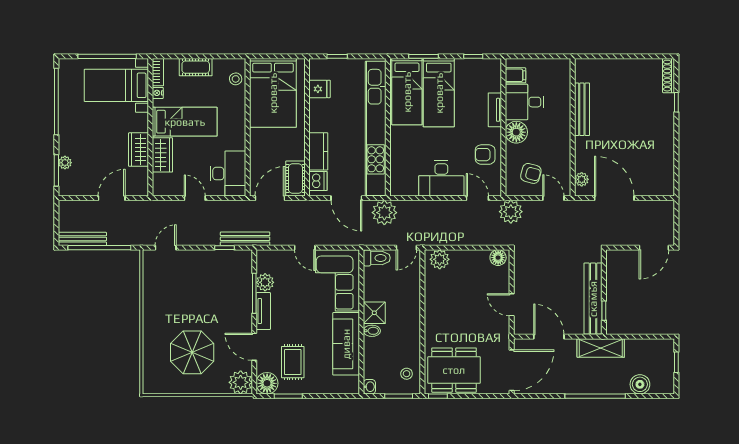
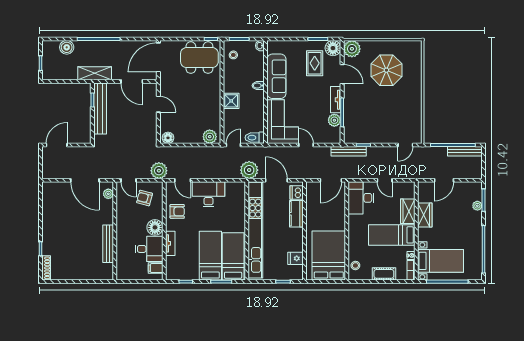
cot: (295, 178) -> (313, 194), removed
shower: (374, 313) -> (231, 101), moved

